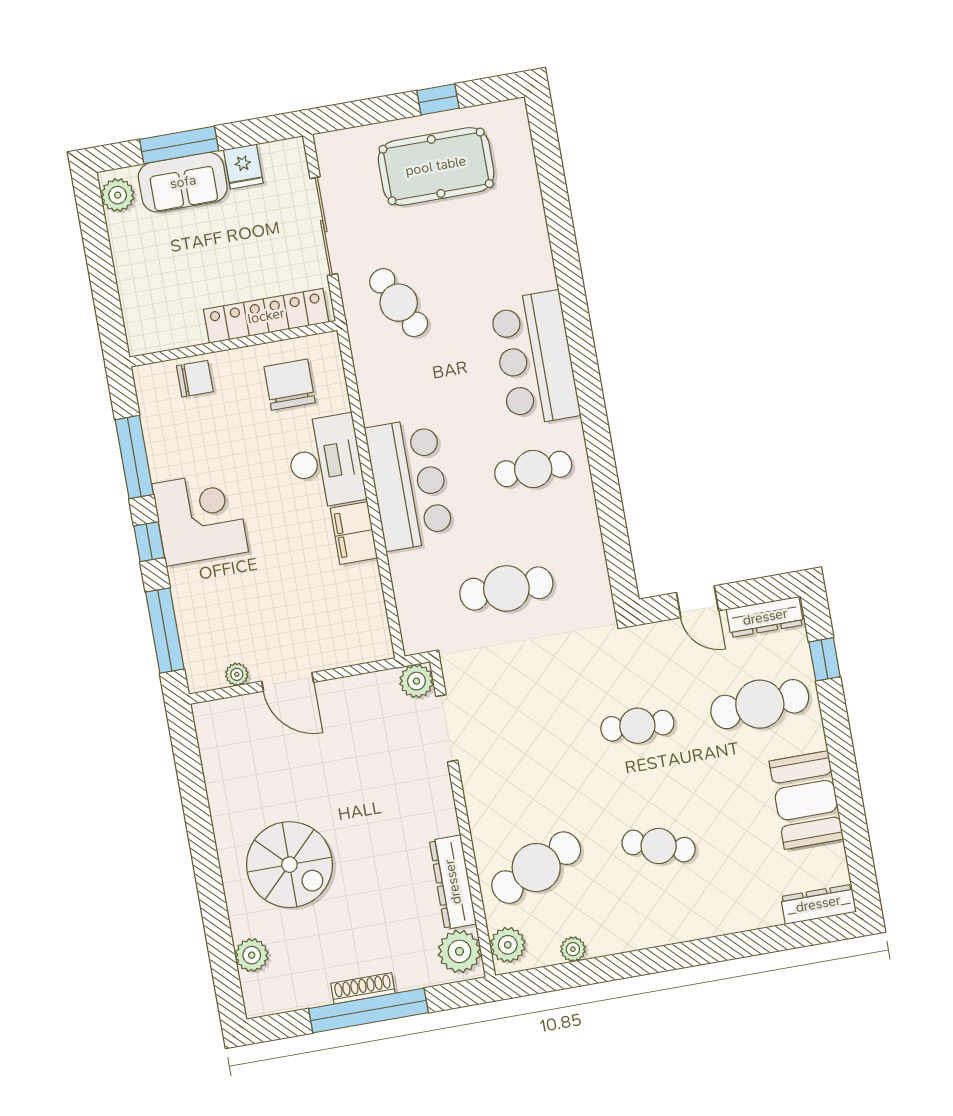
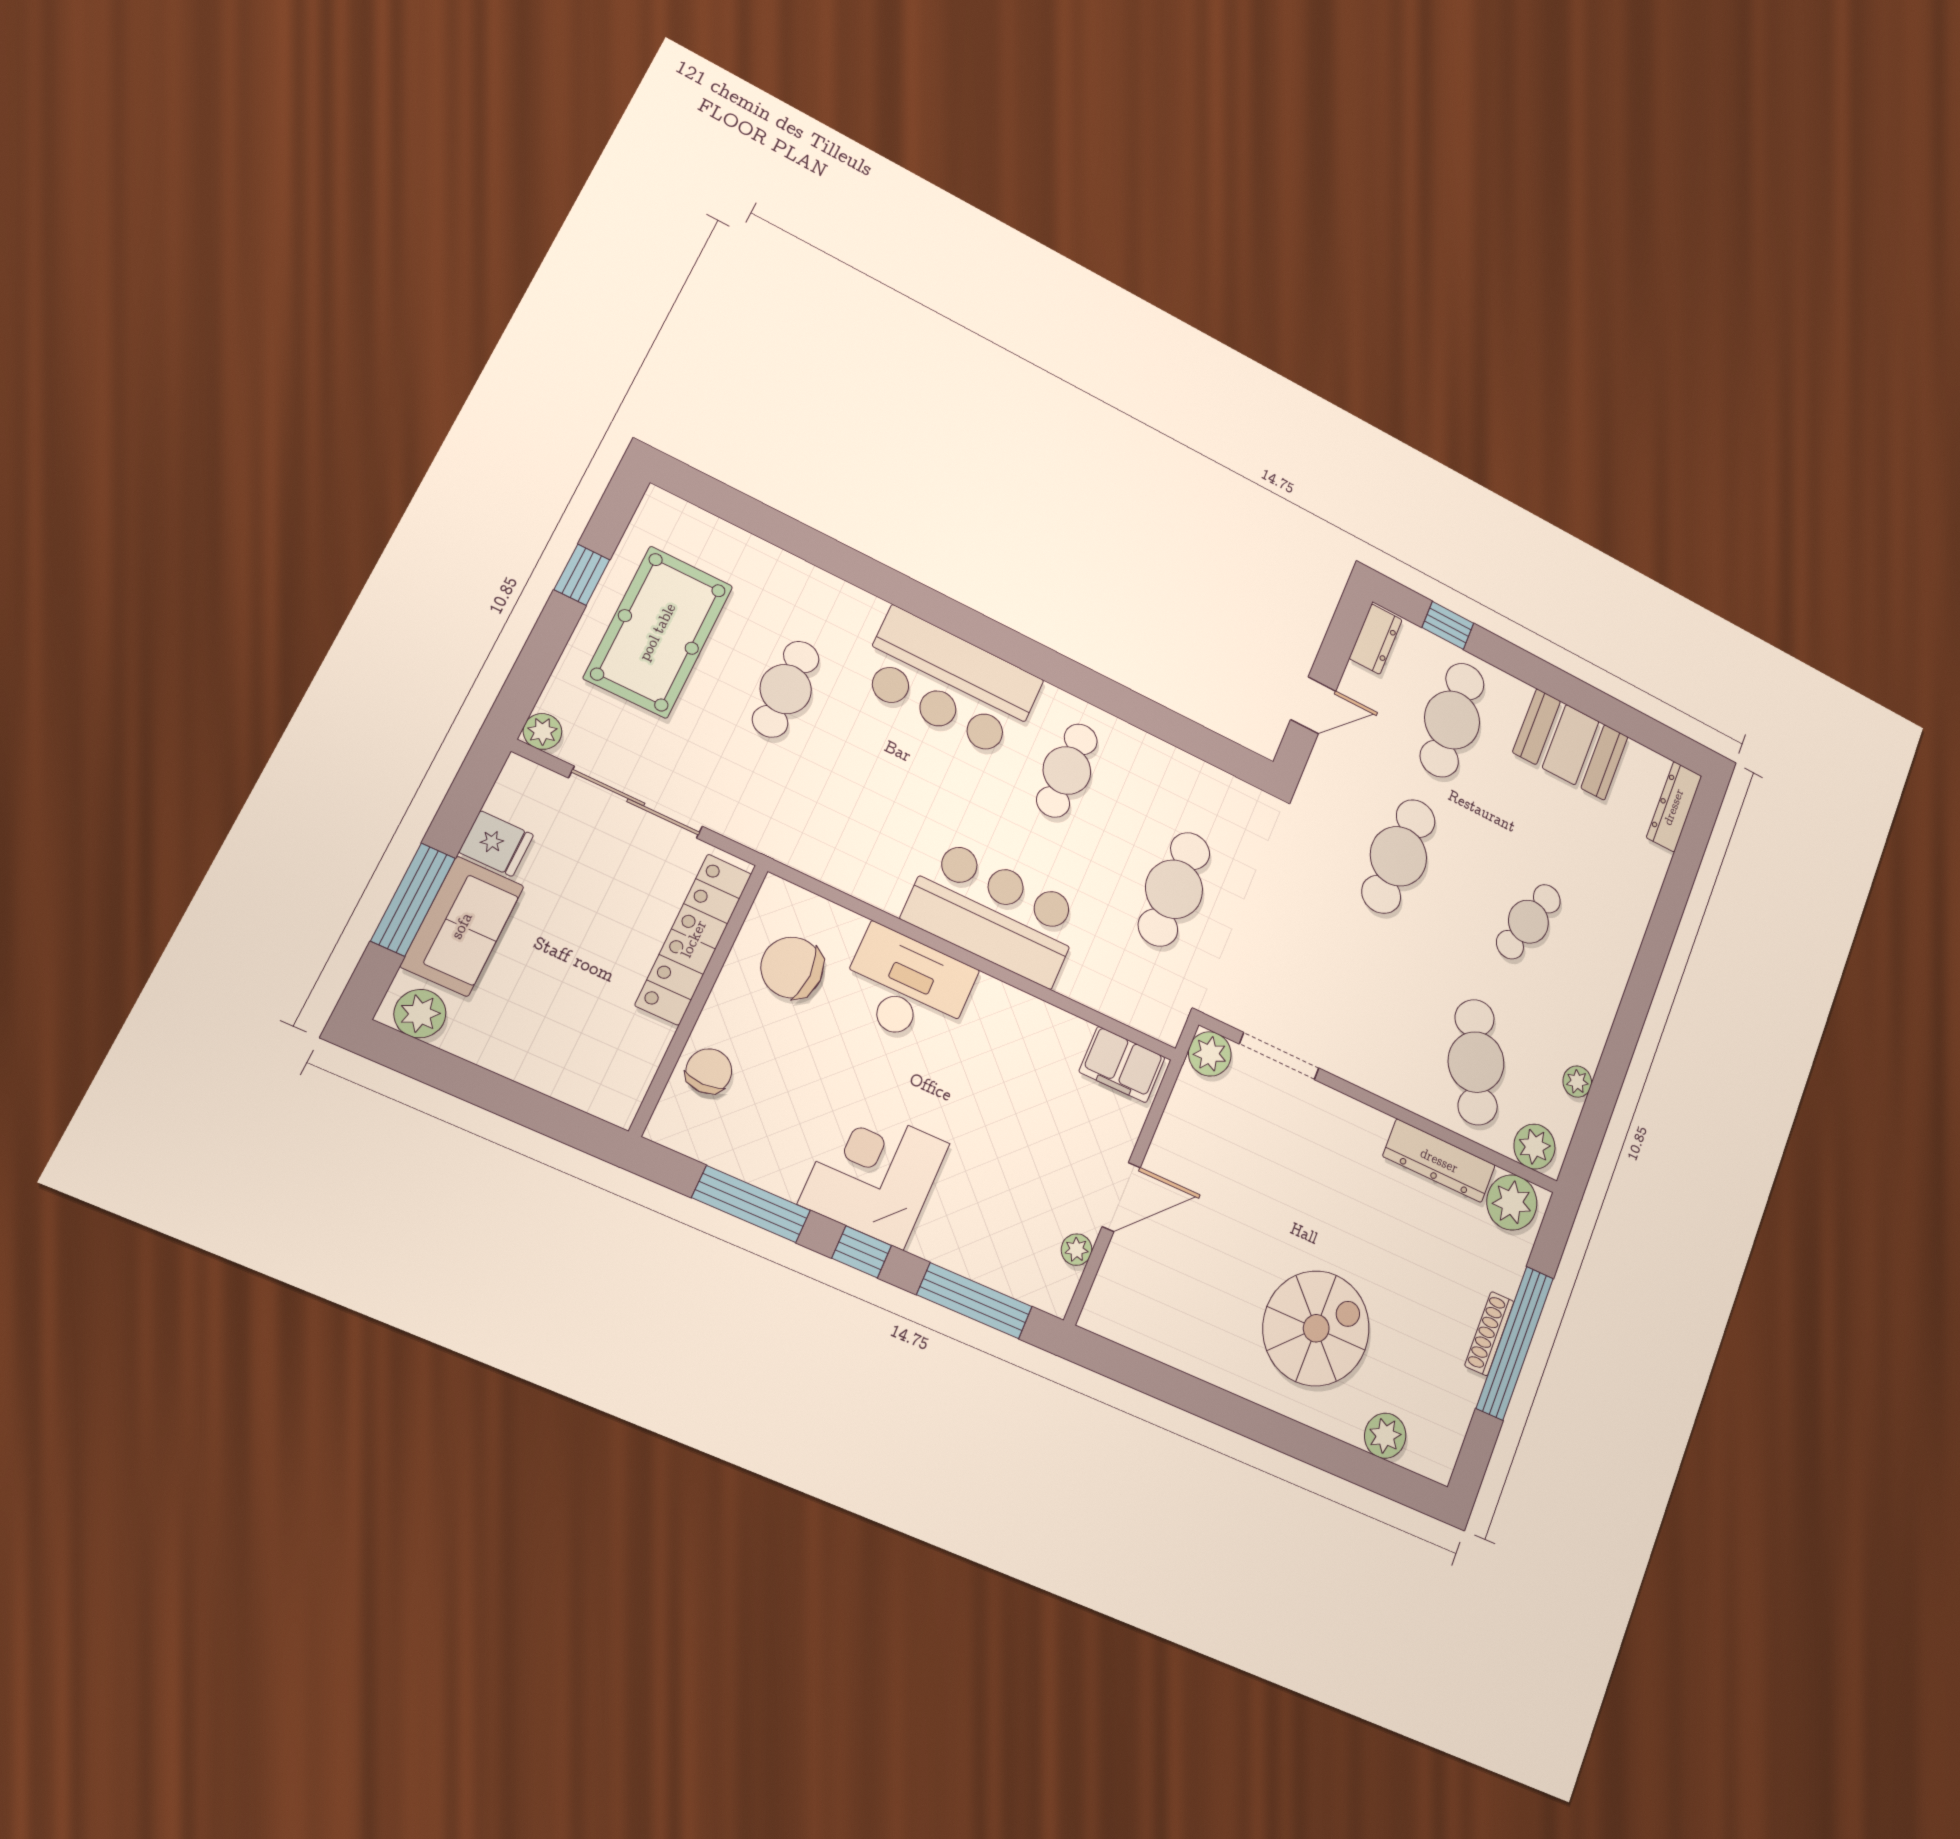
plant: (327, 145) -> (542, 731), added
cafe table: (399, 303) -> (786, 689), moved, turned -63
filing cabinet: (354, 533) -> (1122, 1065), moved
dresser: (765, 617) -> (1376, 639), width x0.70
cafe table: (637, 726) -> (1398, 856), width x1.37, depth x1.35

